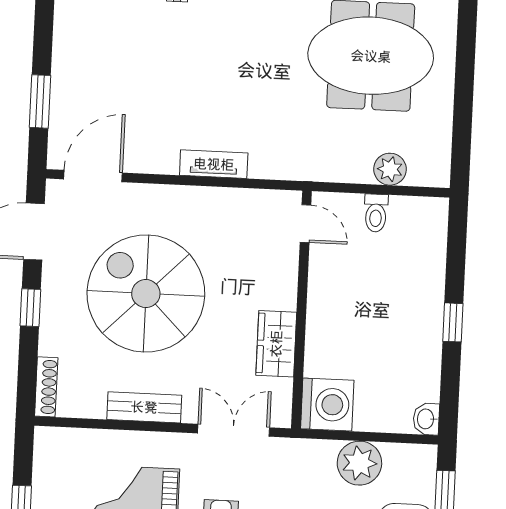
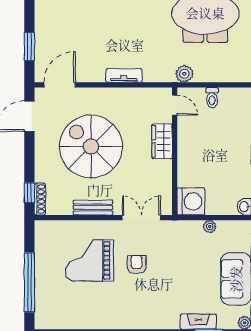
plant: (390, 169) -> (184, 74), moved
window: (30, 308) -> (29, 193), moved
wardrobe: (276, 344) -> (162, 141), moved
plant: (359, 463) -> (210, 226), width x0.53, depth x0.53

